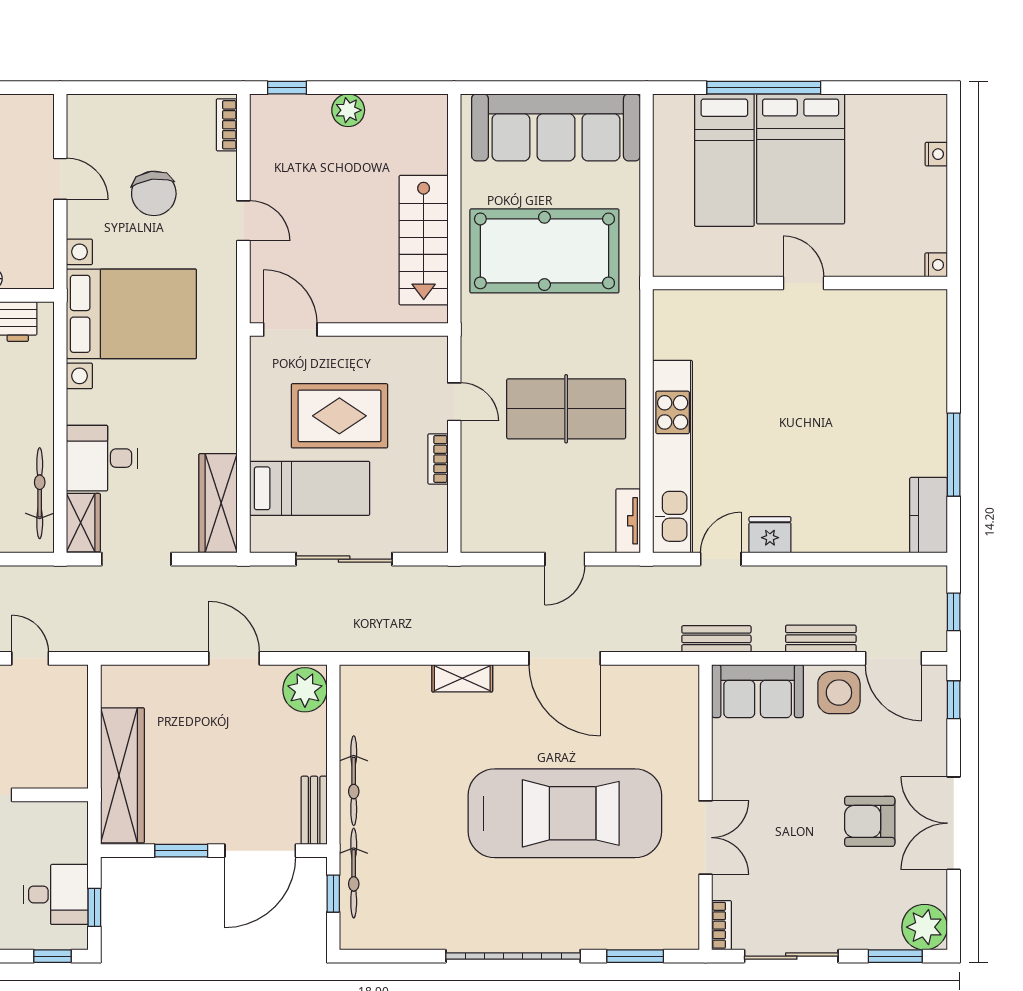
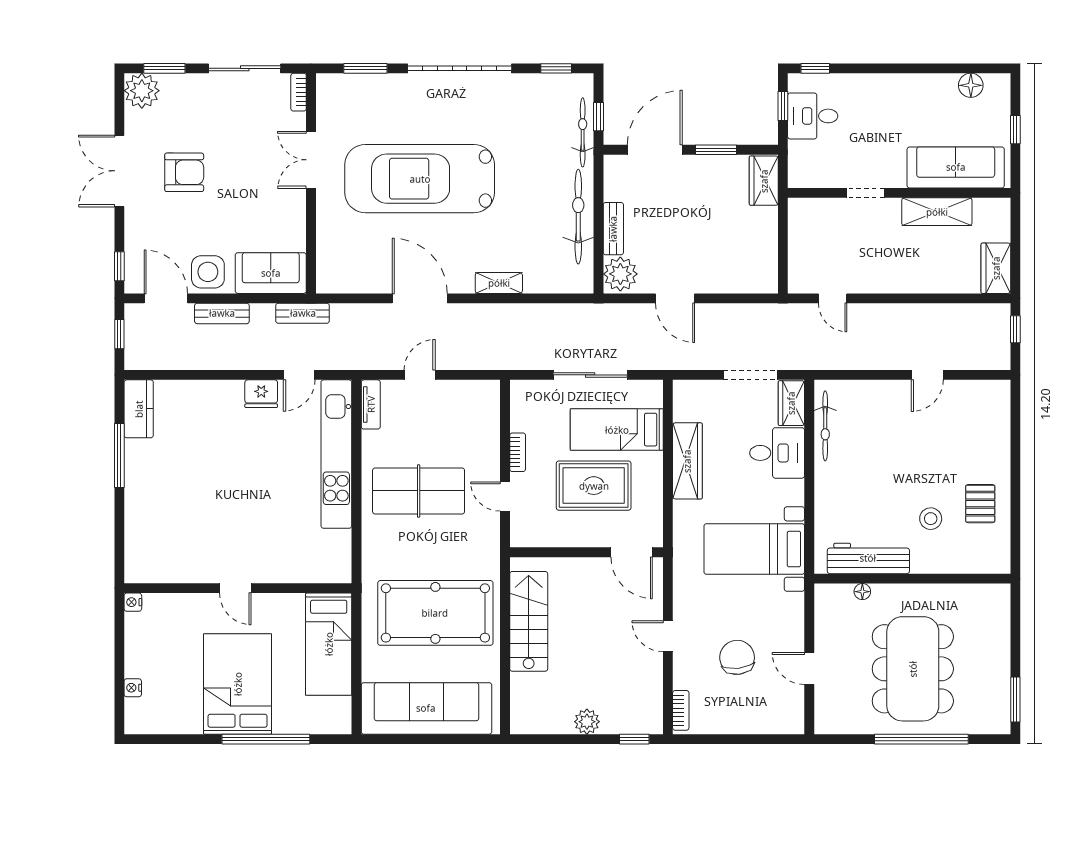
bed: (724, 160) -> (329, 644), moved, turned 180
bed with nightstands: (131, 314) -> (754, 549), width x0.73
wardrobe: (218, 503) -> (687, 461), moved
wardrobe: (122, 775) -> (764, 181), width x0.48, depth x0.85
bicycle: (354, 781) -> (578, 217), width x1.37, depth x1.40
bench: (314, 810) -> (613, 229), moved
double door: (954, 823) -> (119, 171), swing flipped
window: (388, 956) -> (556, 68), added

